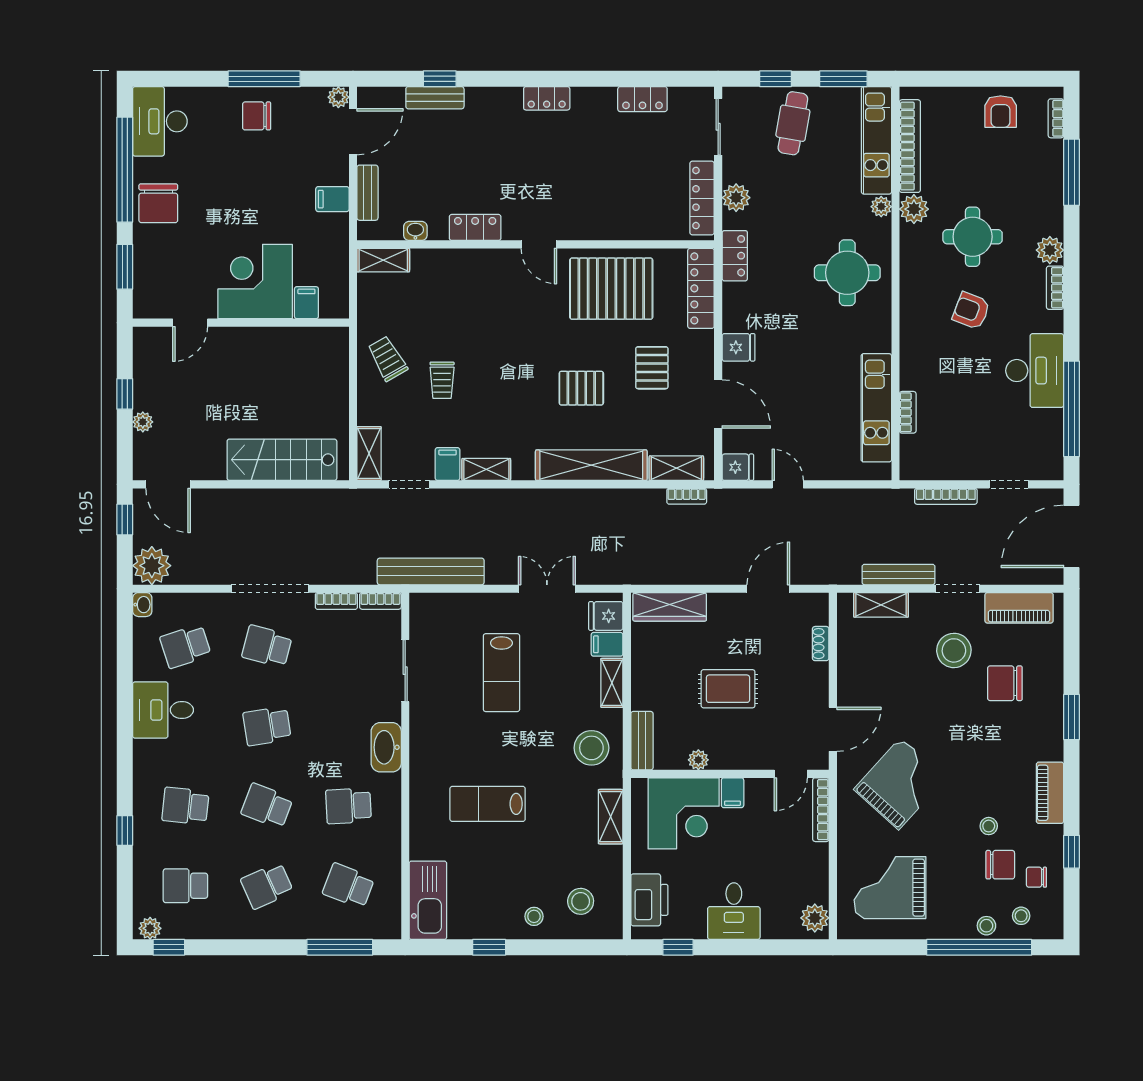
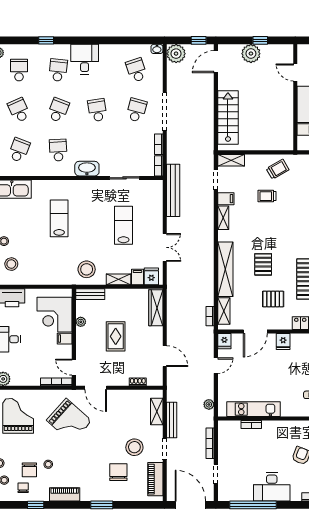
plant: (143, 422) -> (251, 54), width x1.88, depth x1.88
plant: (867, 499) -> (209, 404), added
lab bench: (501, 673) -> (124, 225), turned 90
desk: (163, 710) -> (85, 59), moved
shelving: (611, 817) -> (53, 279), removed

